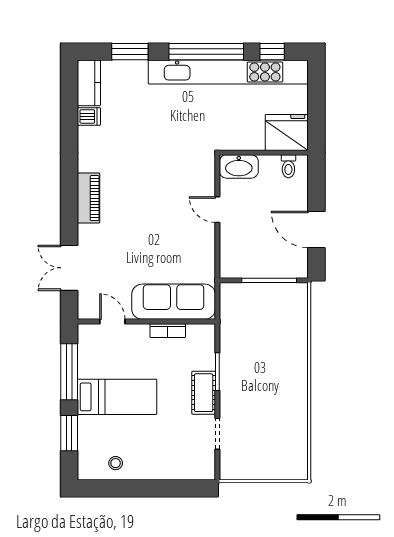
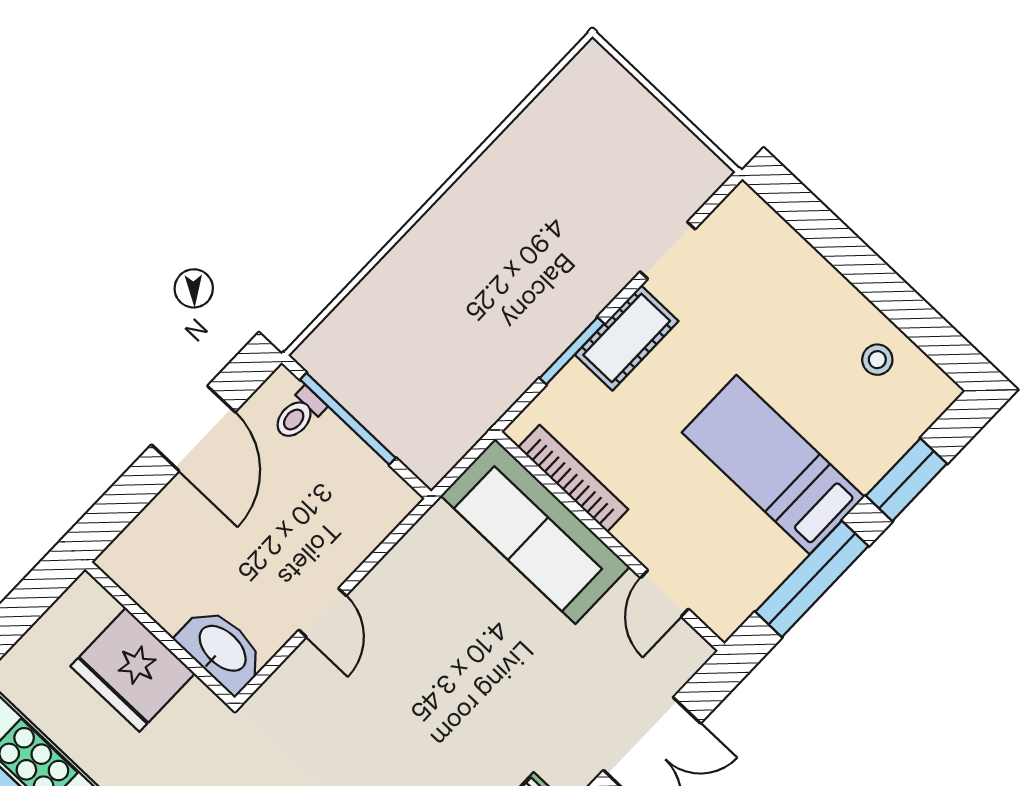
fridge: (287, 132) -> (133, 670), moved
toilet: (288, 166) -> (299, 414), moved, turned 180
bookcase: (168, 331) -> (573, 478), width x1.56

